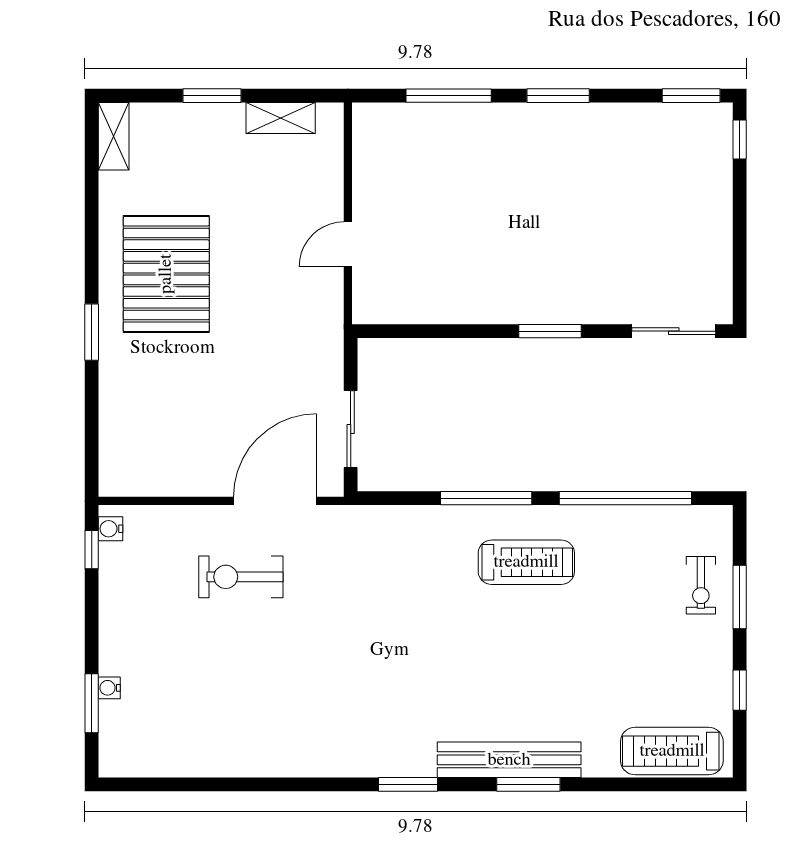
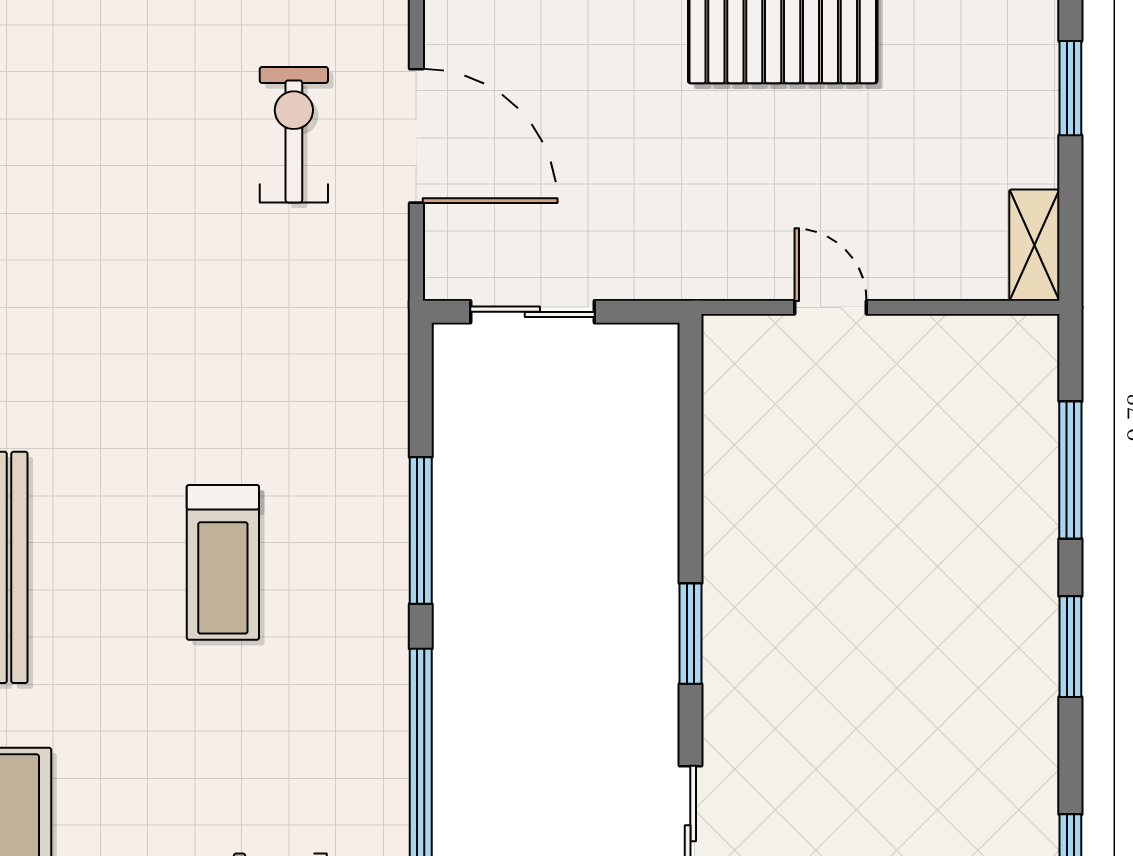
shelving: (281, 118) -> (1034, 245), moved
door: (275, 501) -> (416, 136), moved
treadmill: (526, 562) -> (223, 562), moved

